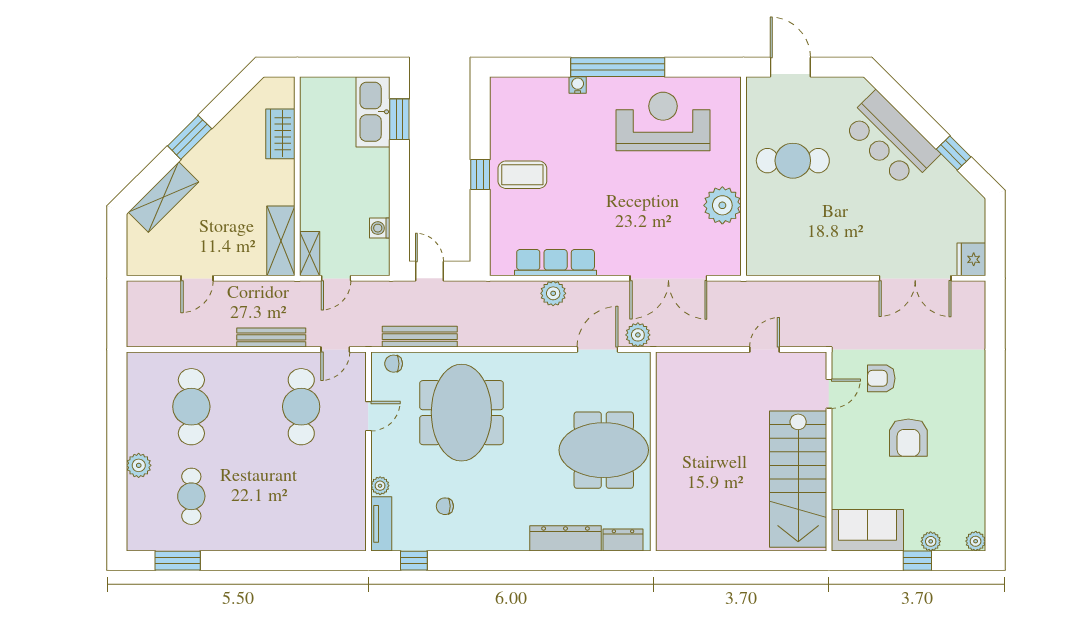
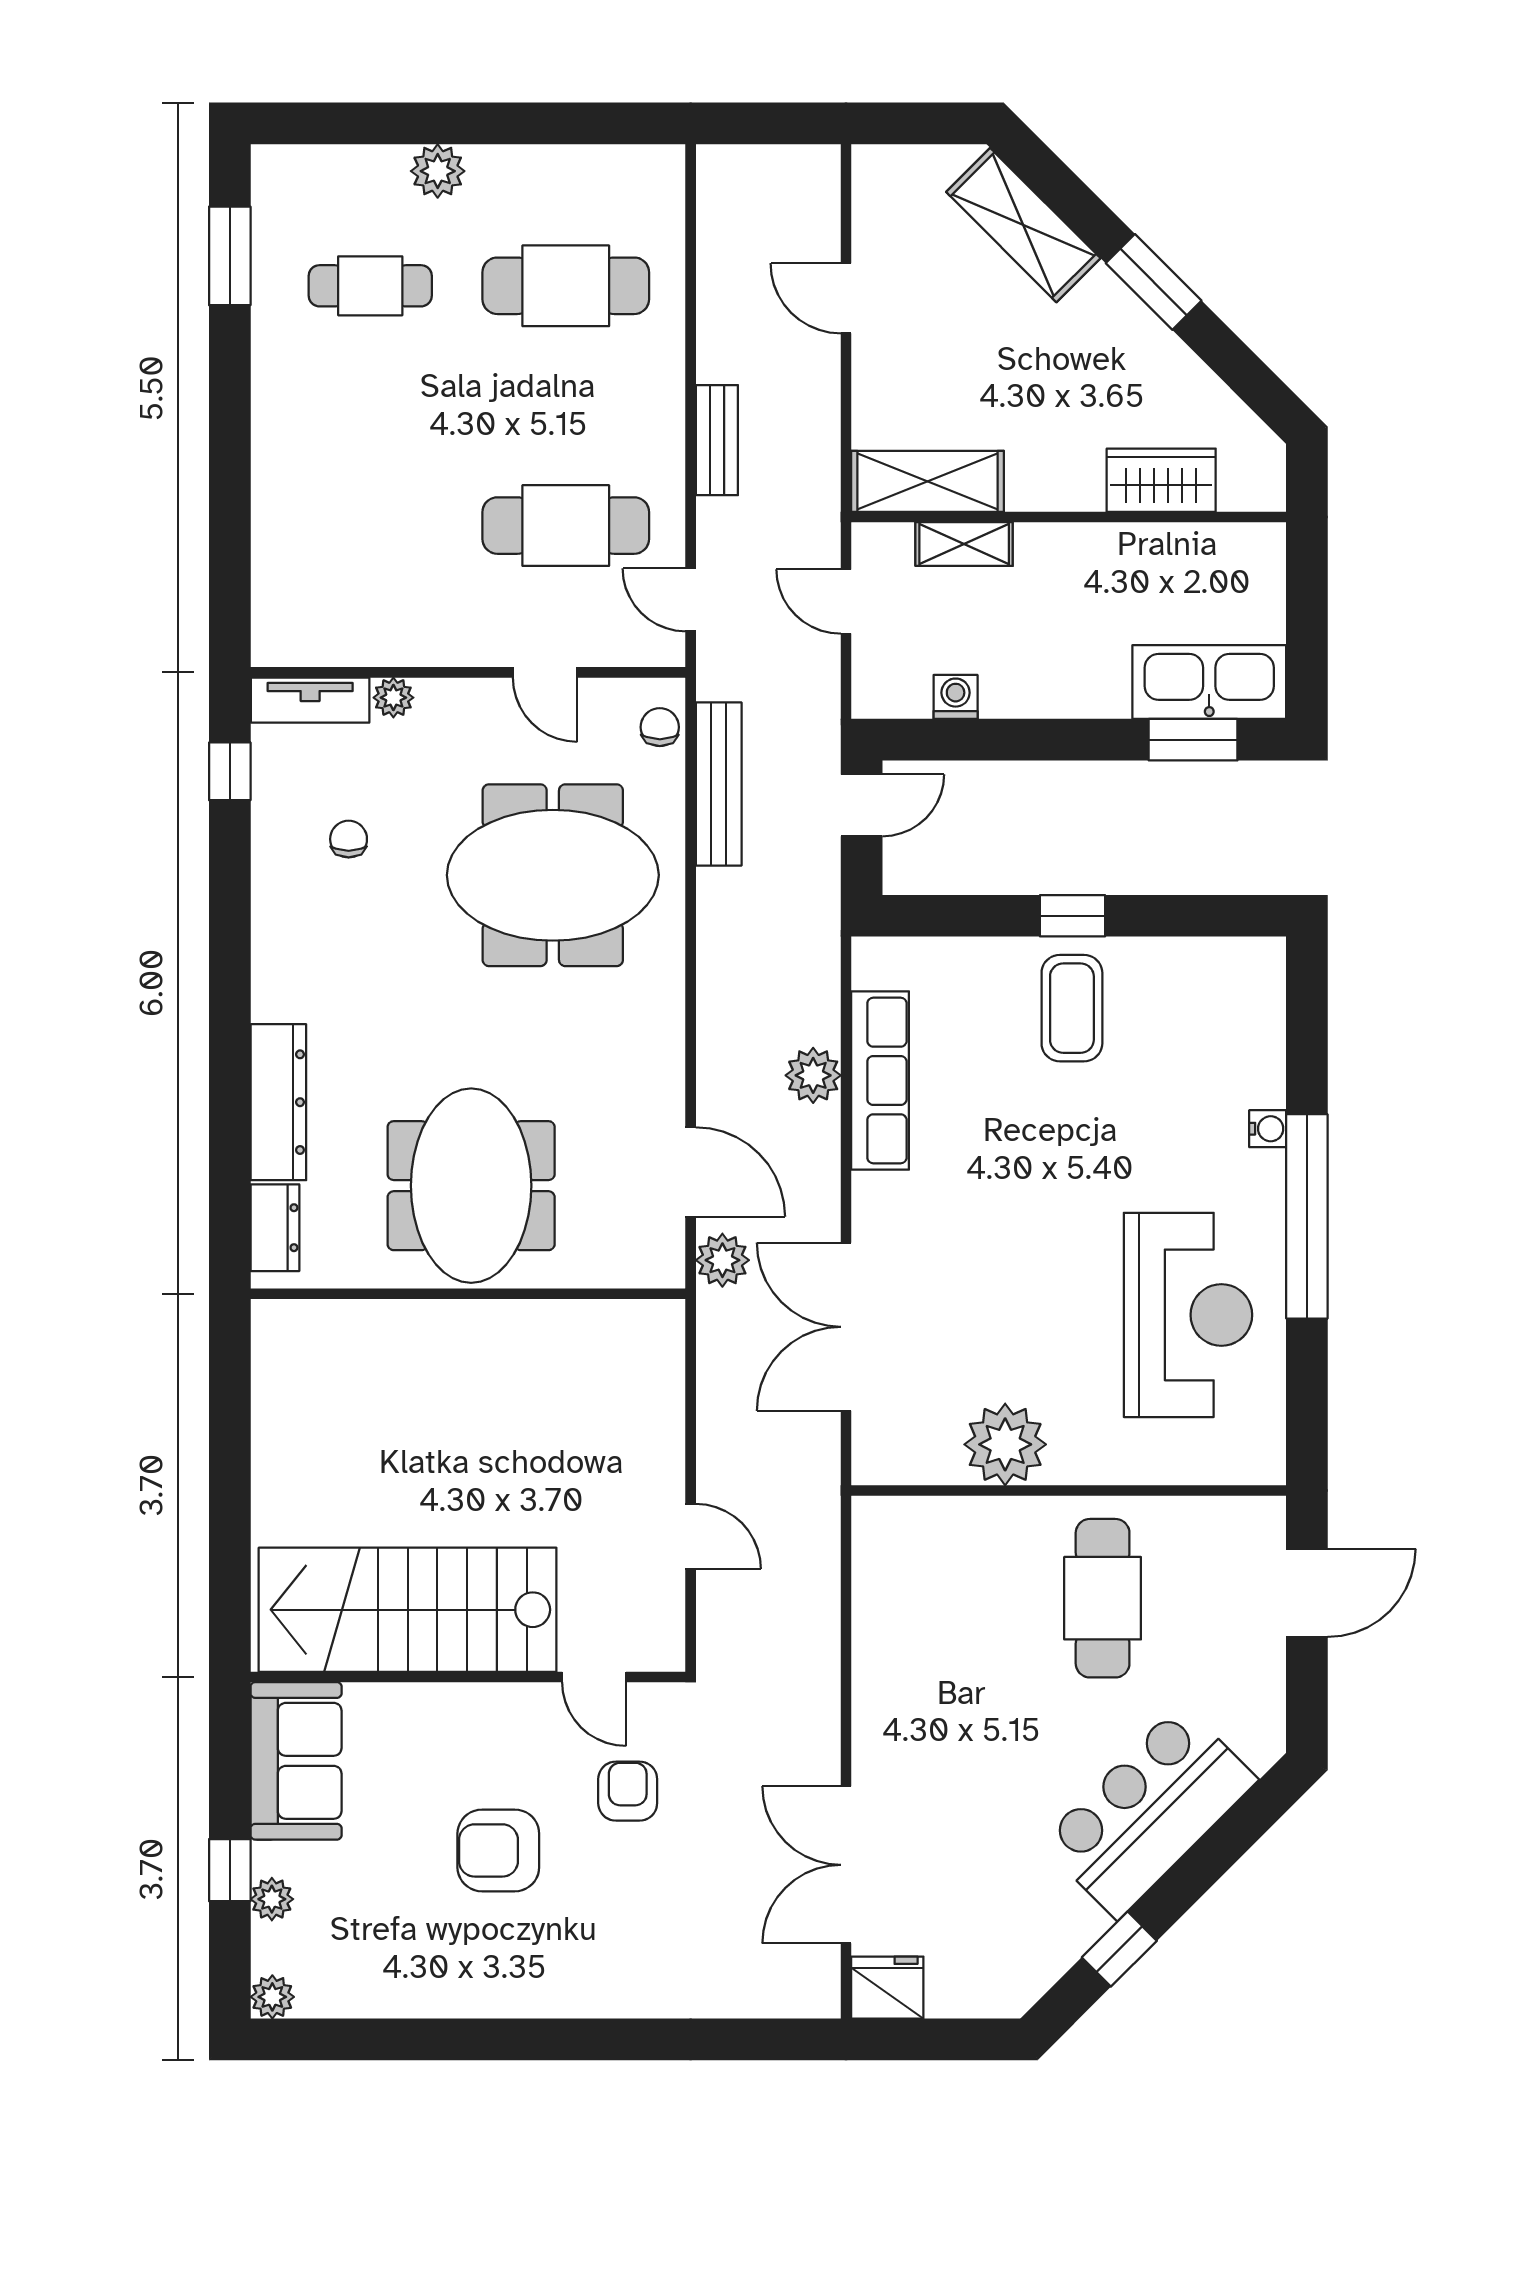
shelving: (310, 254) -> (964, 544), moved
bench: (271, 337) -> (717, 440), width x0.73

